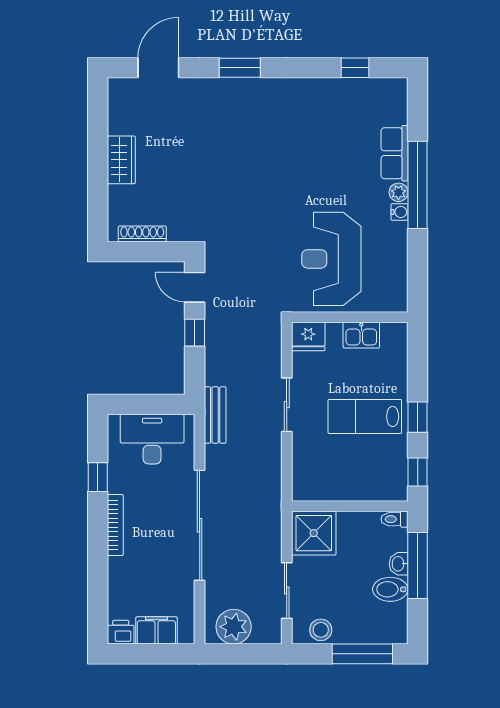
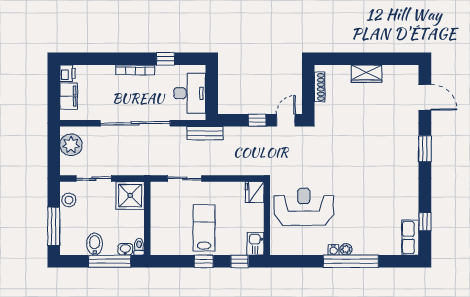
row of seats: (395, 153) -> (410, 238), moved, turned -90
kitchen sink: (361, 335) -> (256, 244), moved
sliding door: (287, 405) -> (185, 178), moved
window: (418, 472) -> (240, 261), moved
washbasin: (399, 564) -> (125, 249), moved

